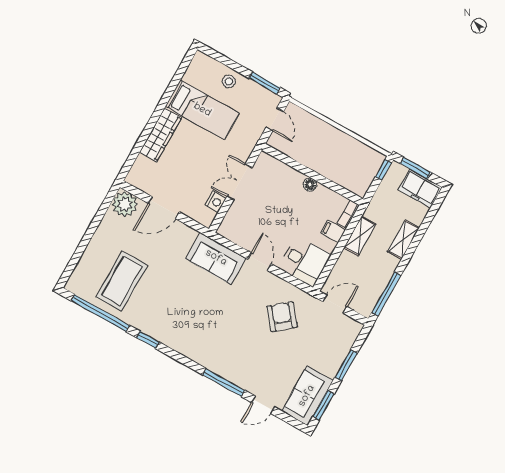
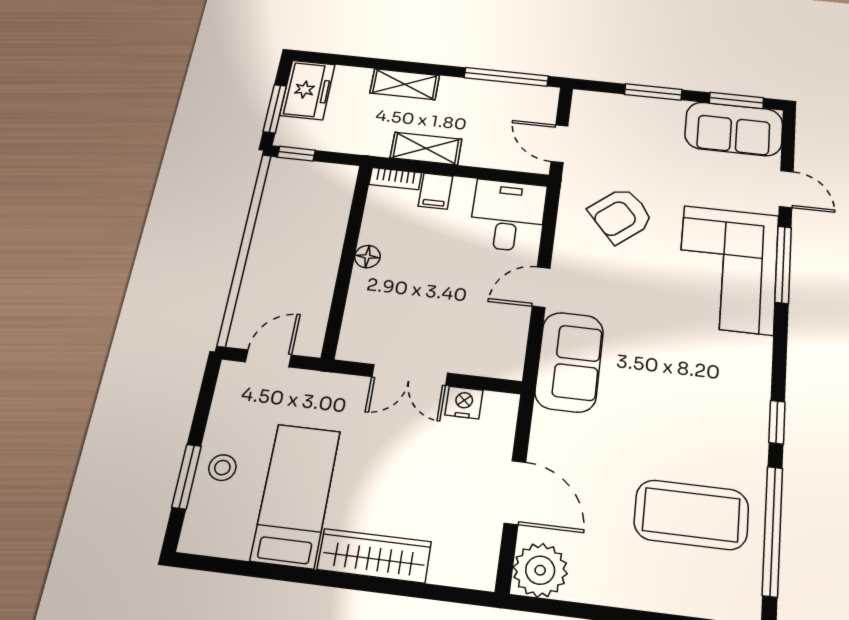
window: (265, 83) -> (187, 477), moved
corner sofa: (232, 355) -> (728, 269), added

